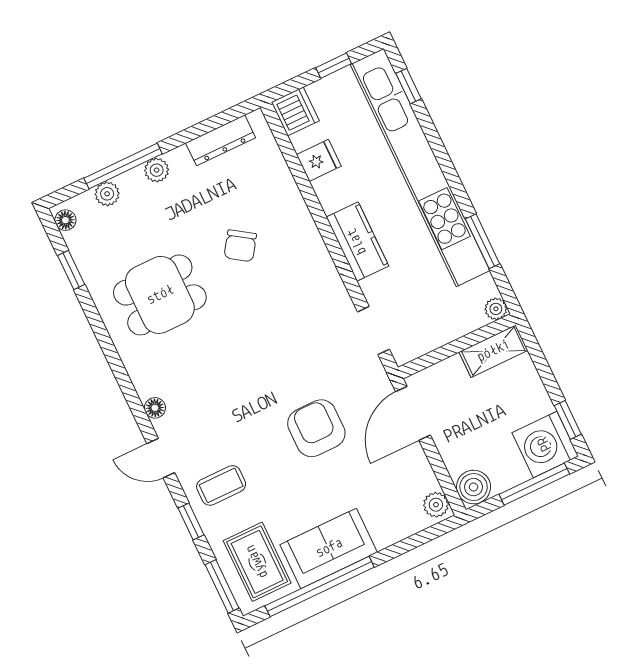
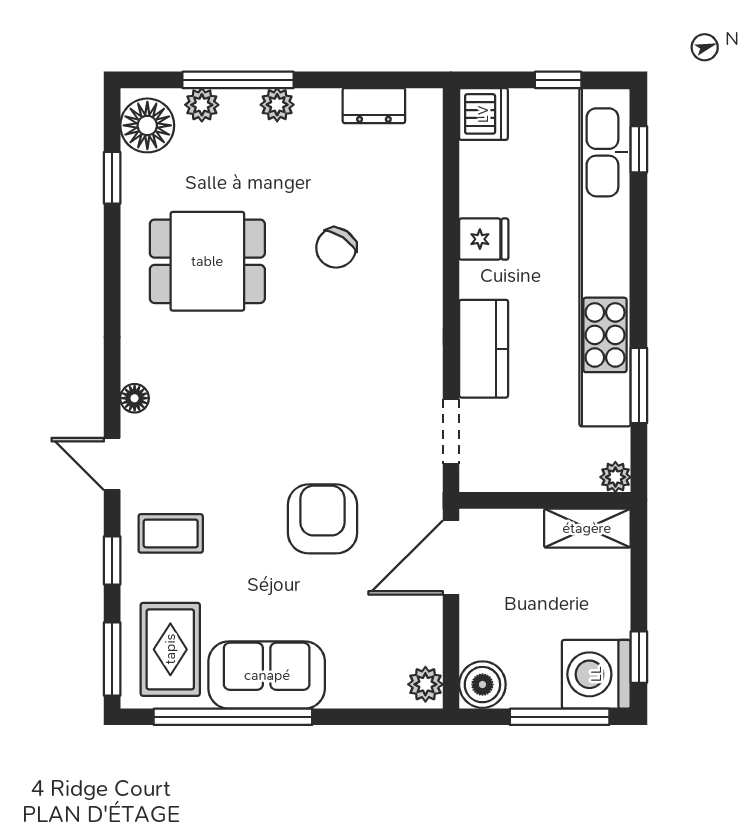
dresser: (221, 140) -> (374, 106), width x0.70
fridge: (319, 160) -> (484, 239), moved
floor lamp: (65, 220) -> (147, 125), width x1.89, depth x1.89
kitchen counter: (357, 242) -> (484, 349), moved

